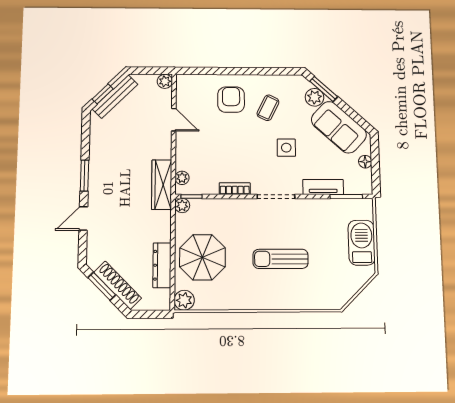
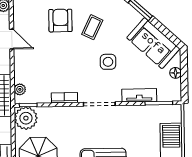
plant: (314, 97) -> (132, 17), removed
plant: (182, 206) -> (26, 118), width x1.87, depth x1.87

